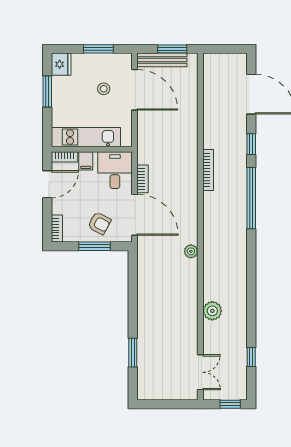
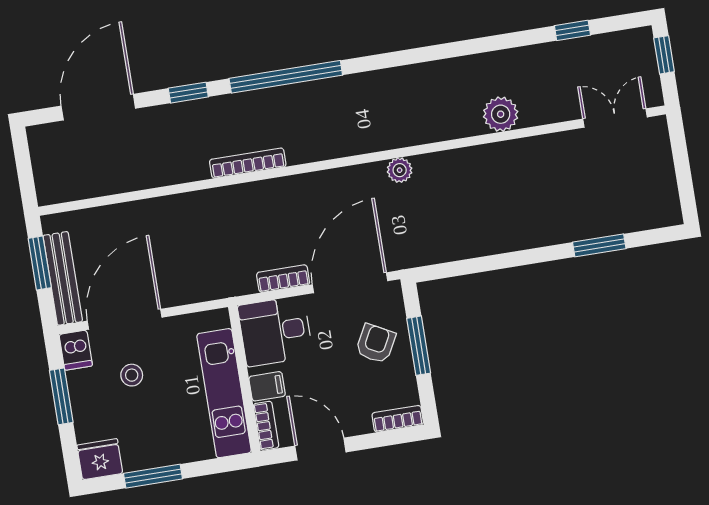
dishwasher: (122, 61) -> (76, 350), added

